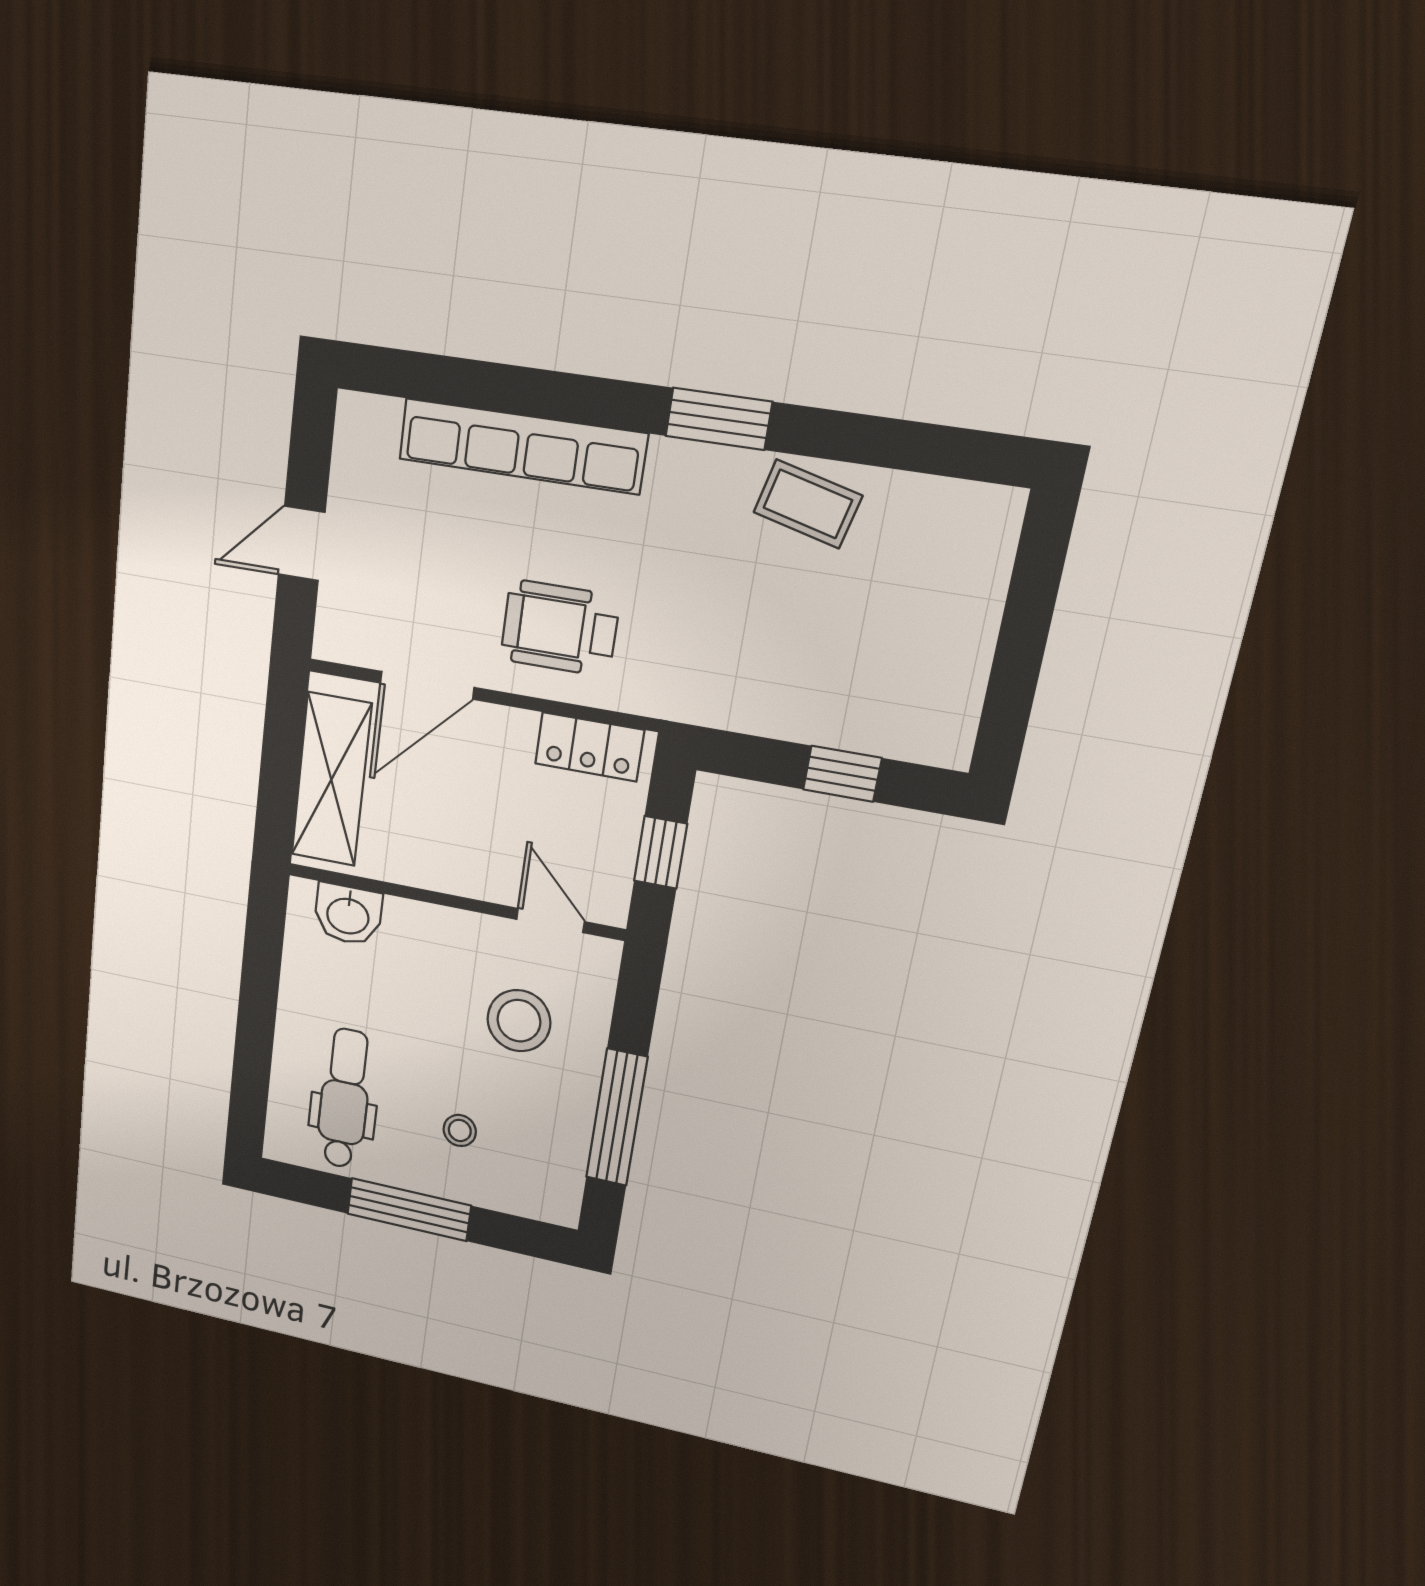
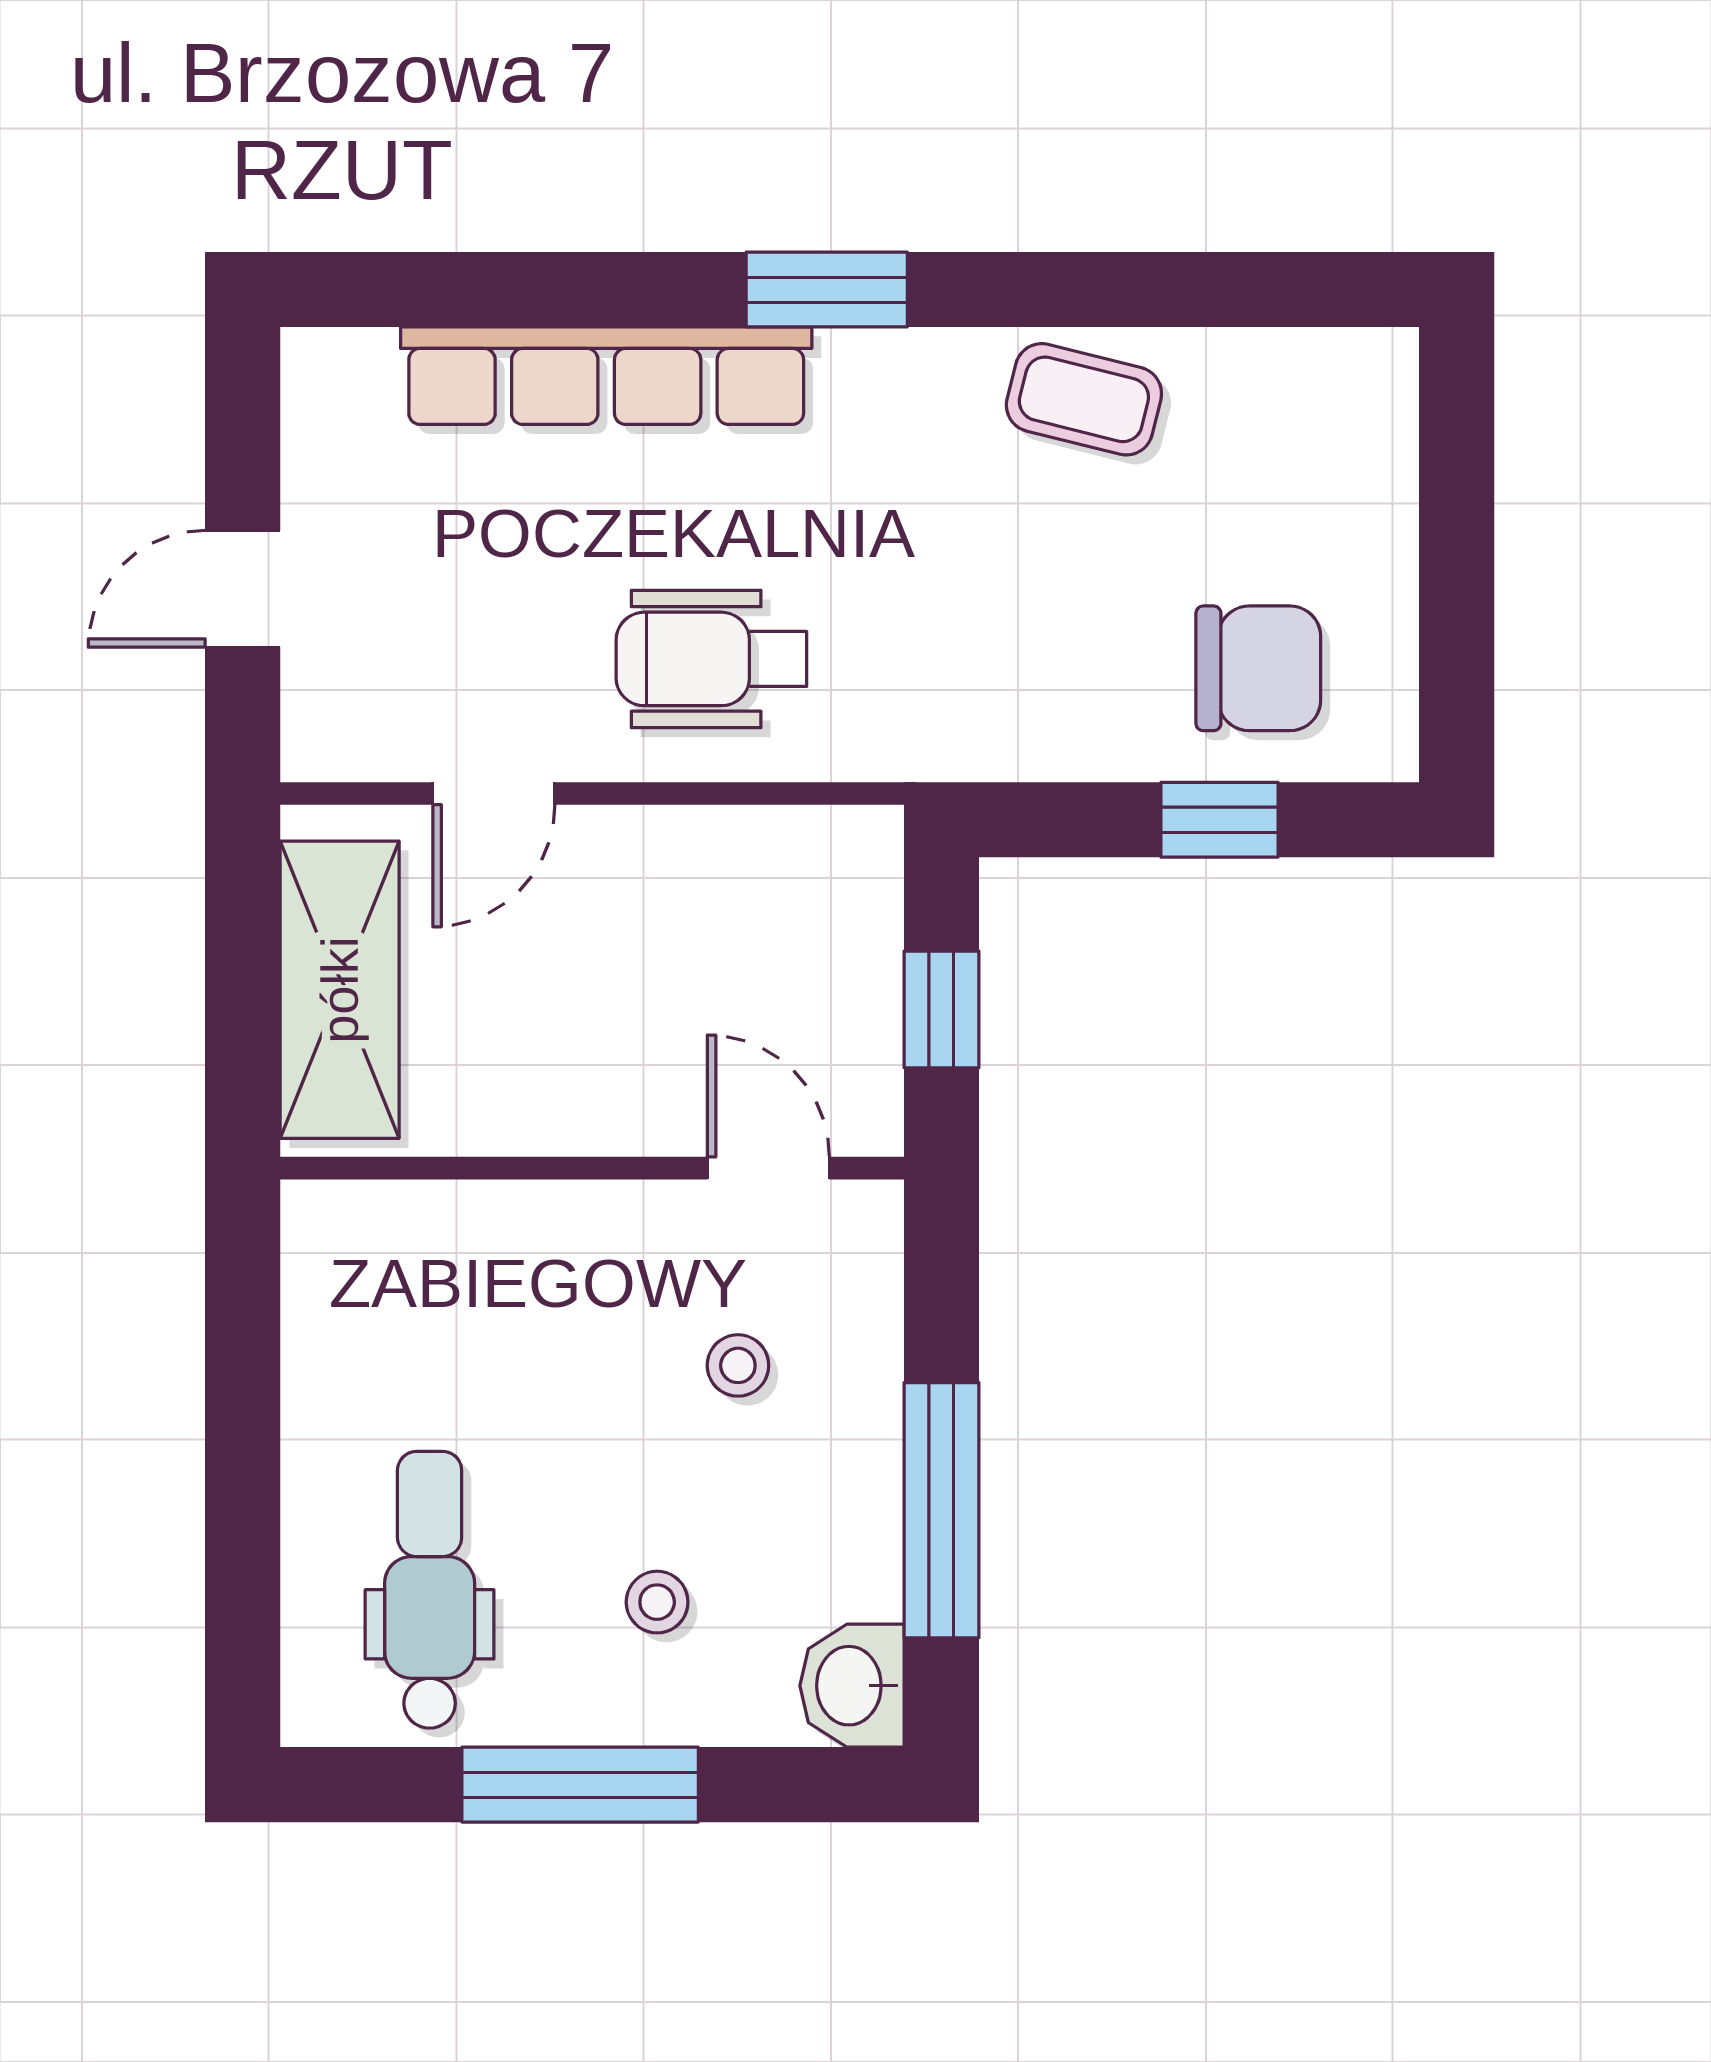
window: (719, 419) -> (827, 290), moved
door: (427, 685) -> (494, 793), width x0.73
chair: (884, 688) -> (1258, 668), added
locker: (589, 747) -> (792, 850), removed
washbasin: (348, 914) -> (852, 1686), moved, turned 90
stool: (519, 1021) -> (738, 1365), width x0.53, depth x0.53

